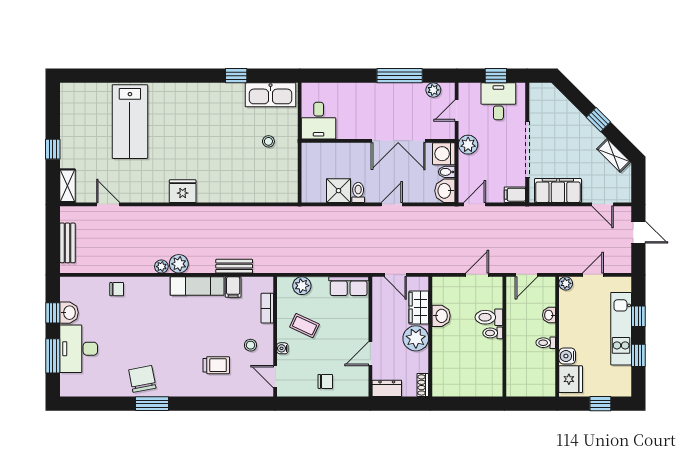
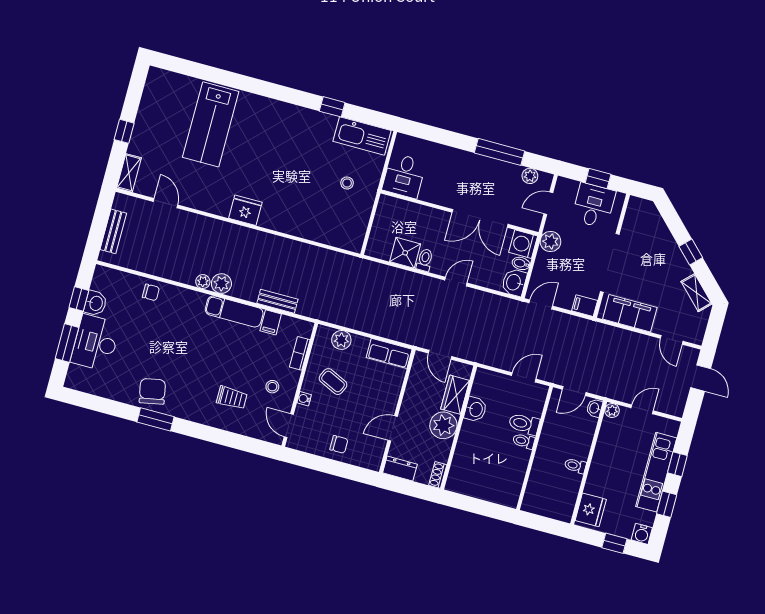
washbasin: (549, 315) -> (594, 408), moved
water cooler: (567, 356) -> (642, 534), moved, turned -90

